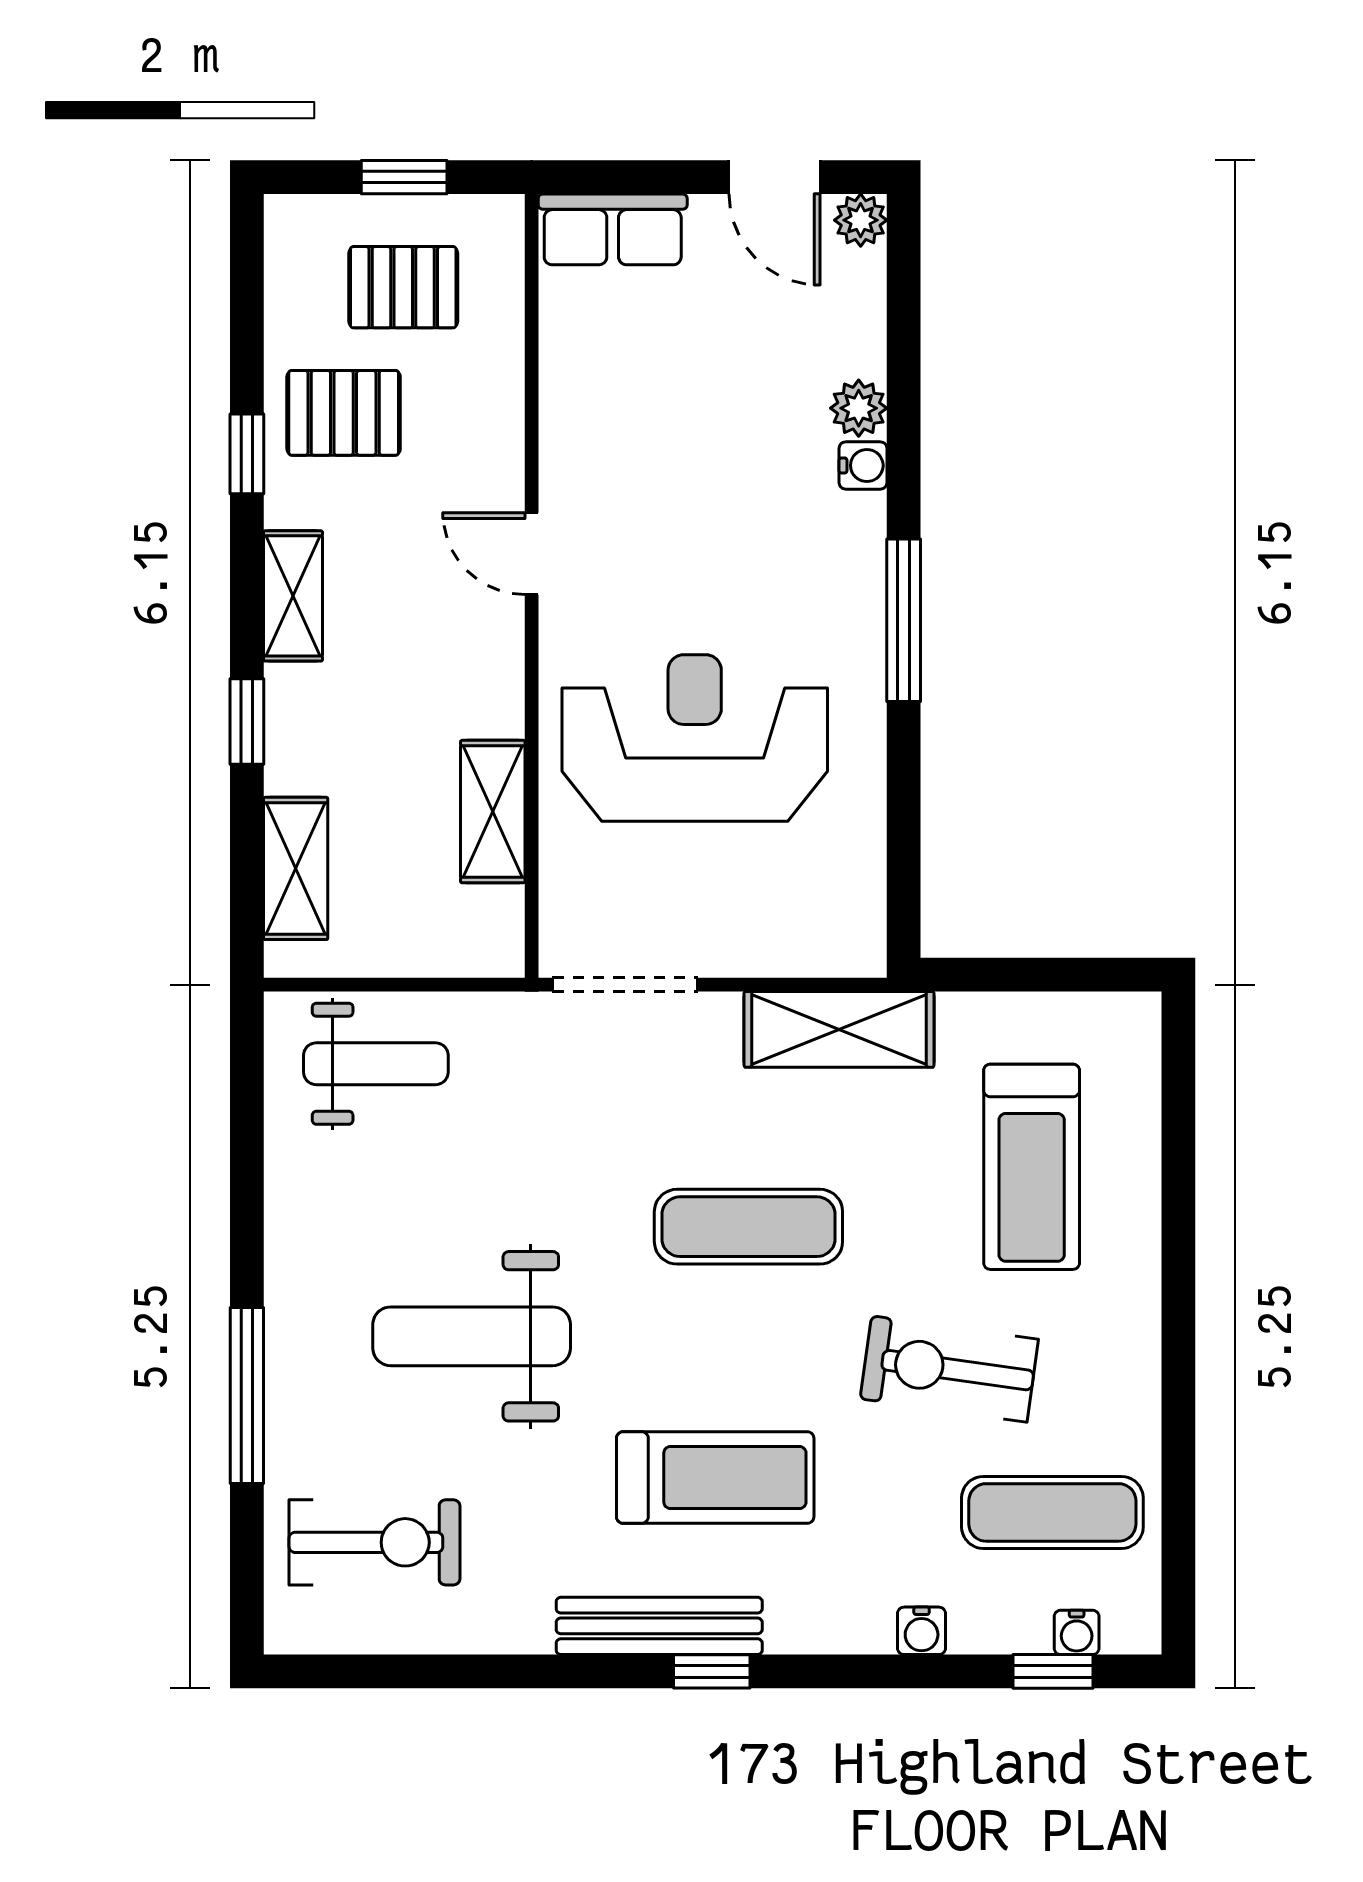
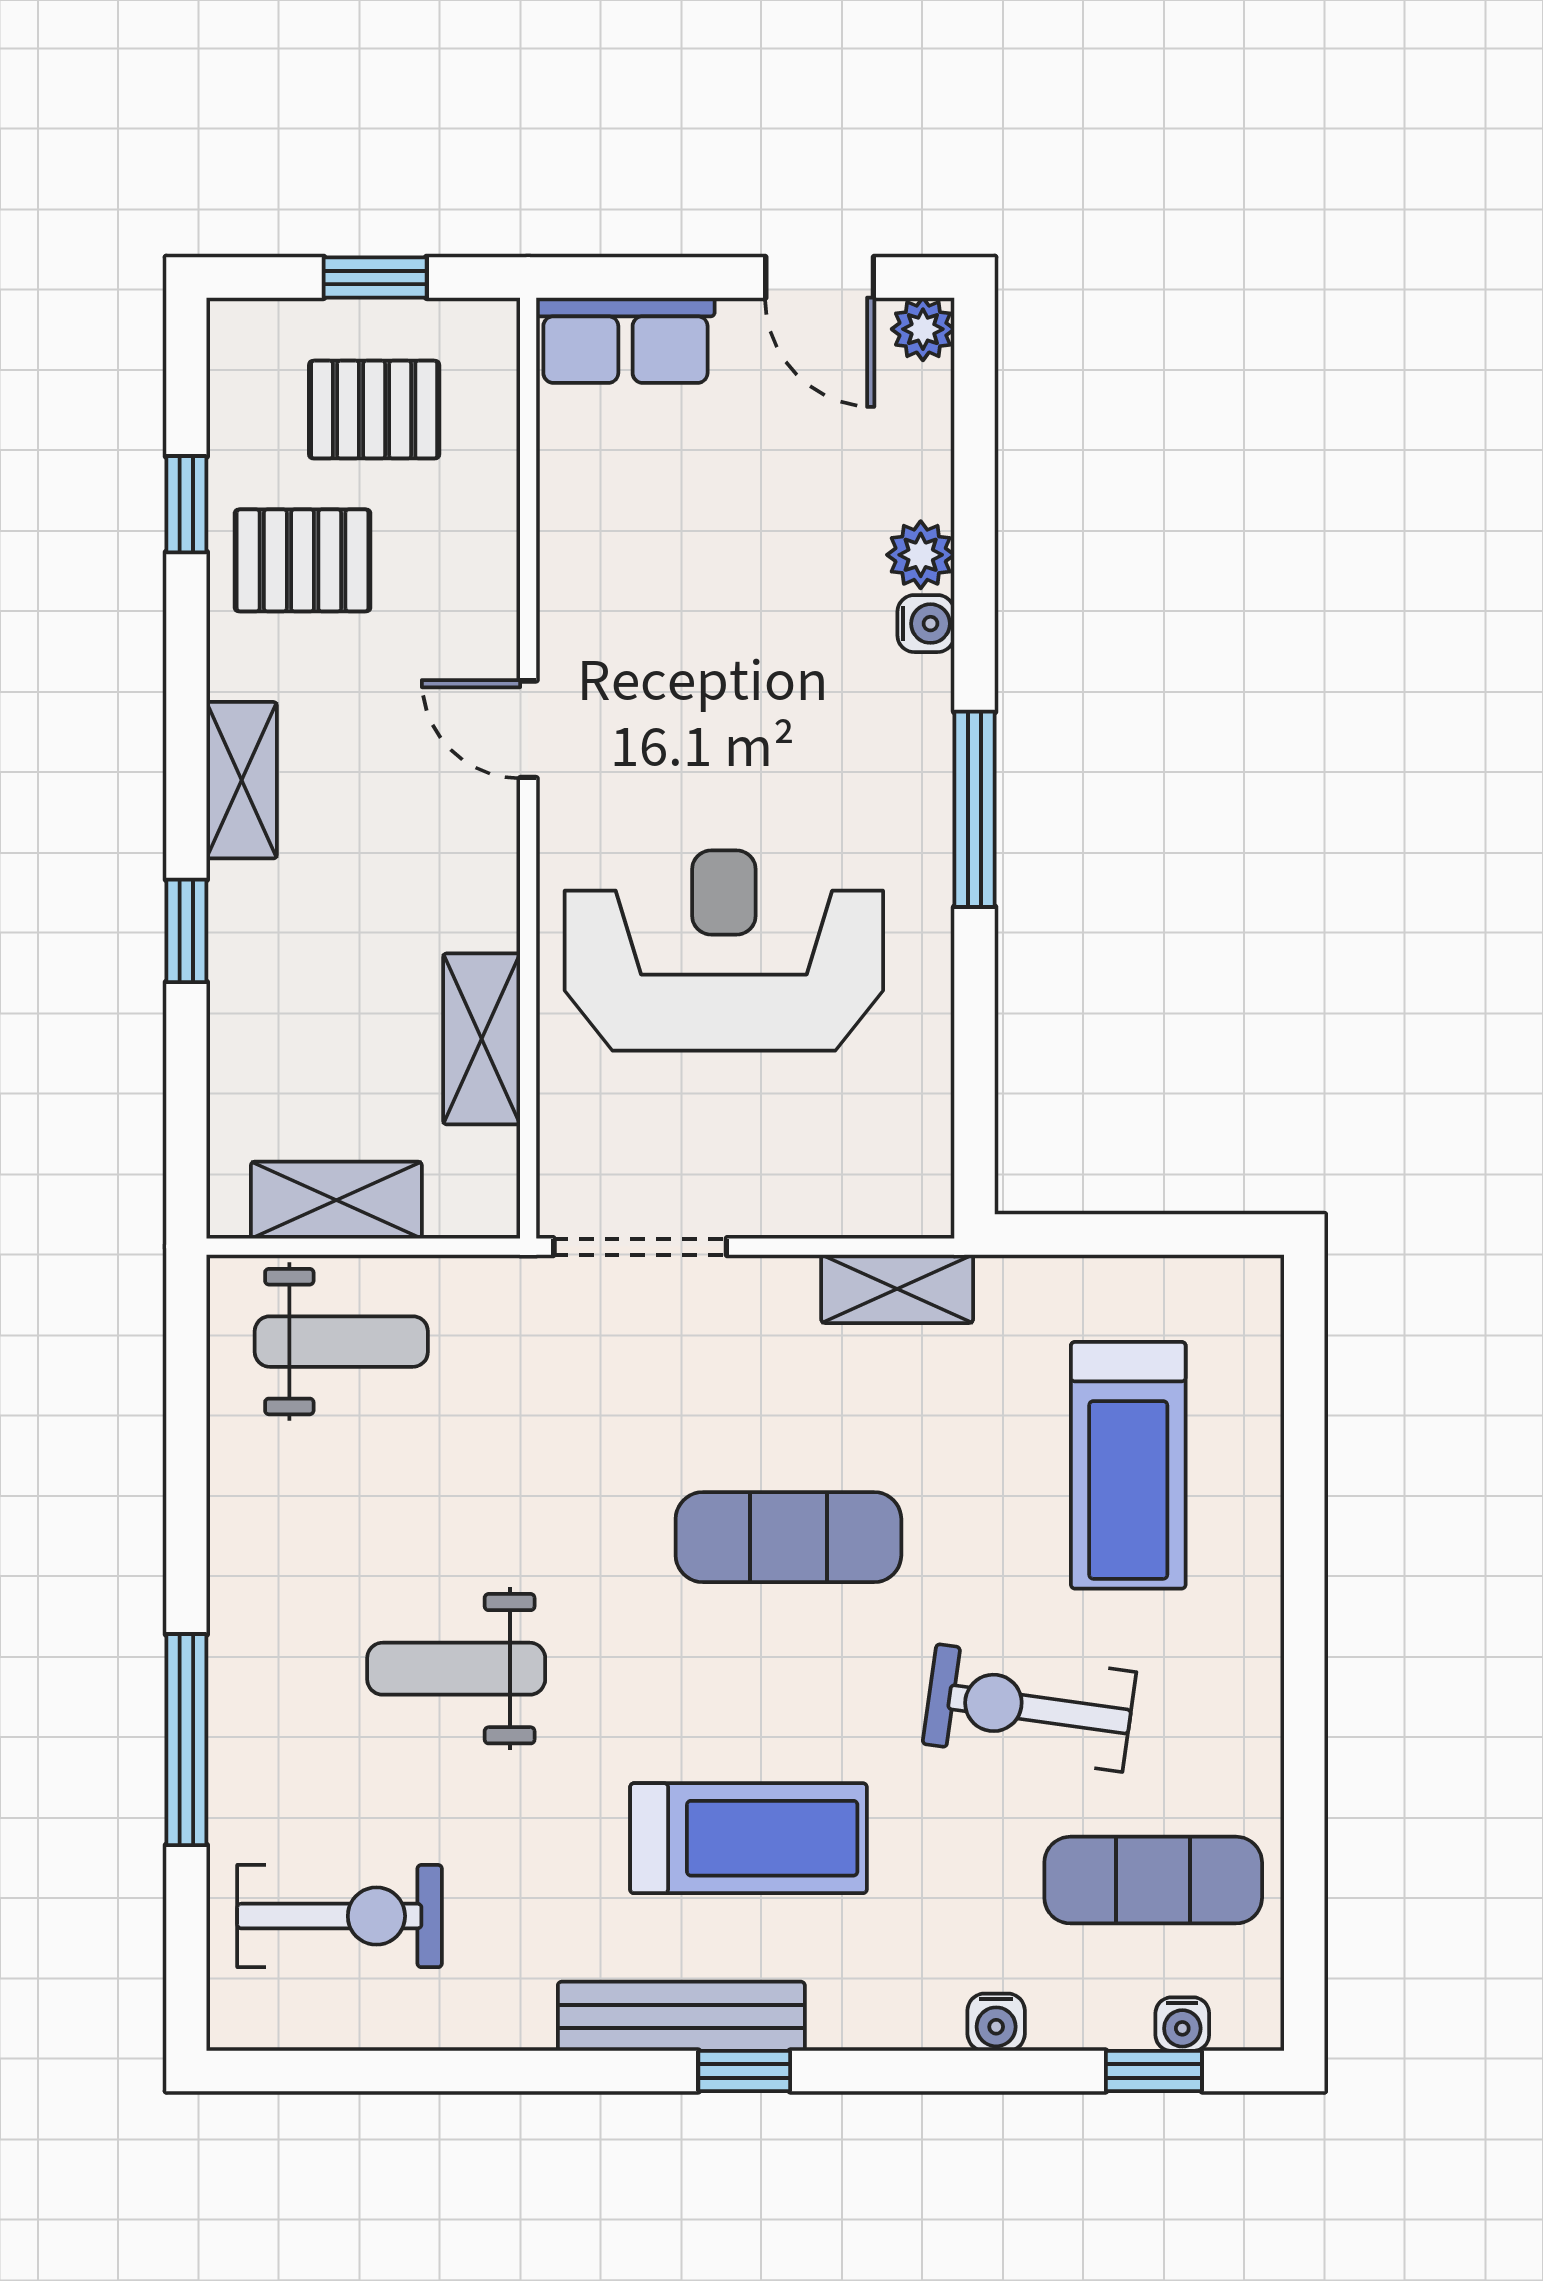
window: (247, 454) -> (186, 504), moved
shelving: (296, 868) -> (336, 1200), moved, turned 90
shelving: (839, 1029) -> (897, 1289), width x0.67, depth x0.75
weight bench: (472, 1336) -> (456, 1669), width x0.73, depth x0.75

